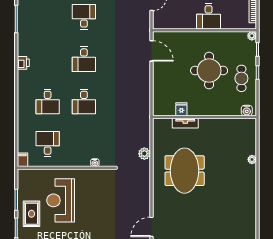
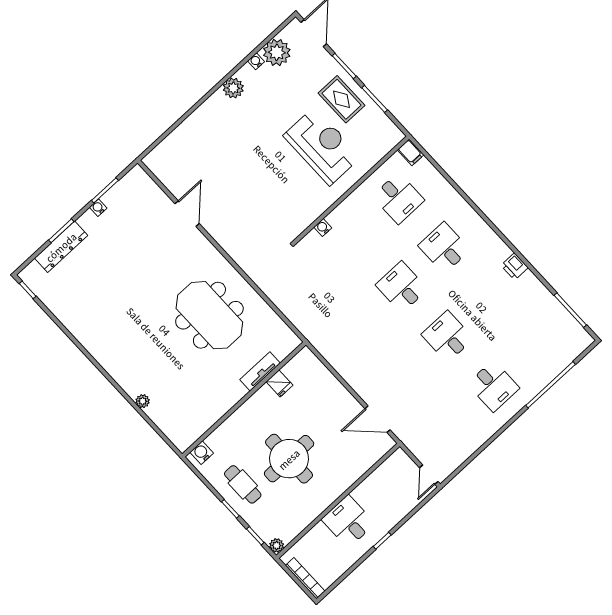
plant: (144, 154) -> (275, 292), removed

